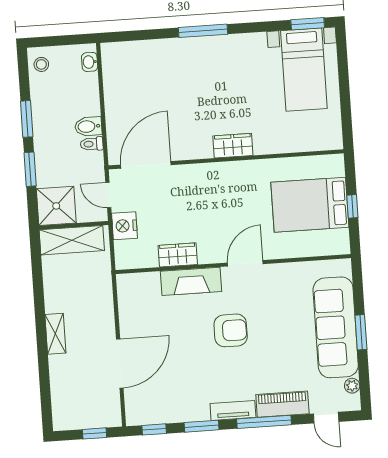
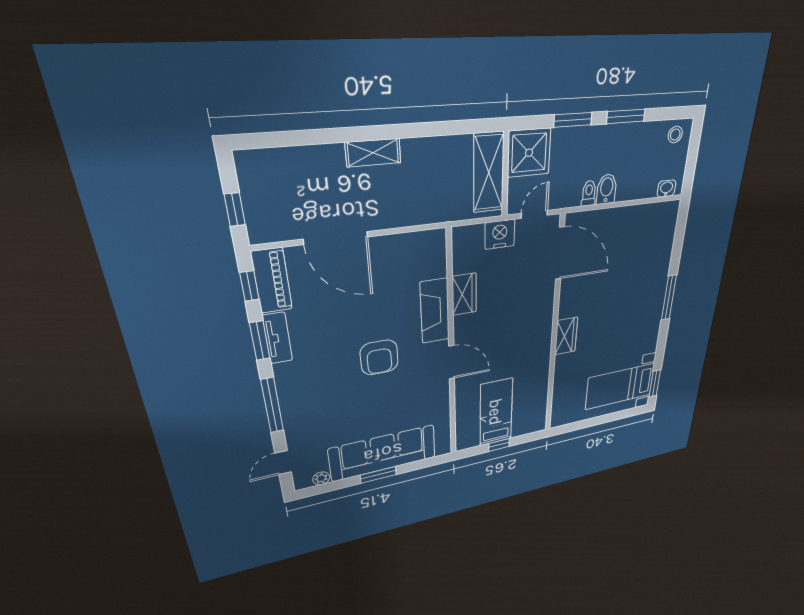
bed: (310, 205) -> (496, 412), width x0.67
piano: (282, 404) -> (272, 281), moved
tv unit: (233, 410) -> (278, 338), moved

